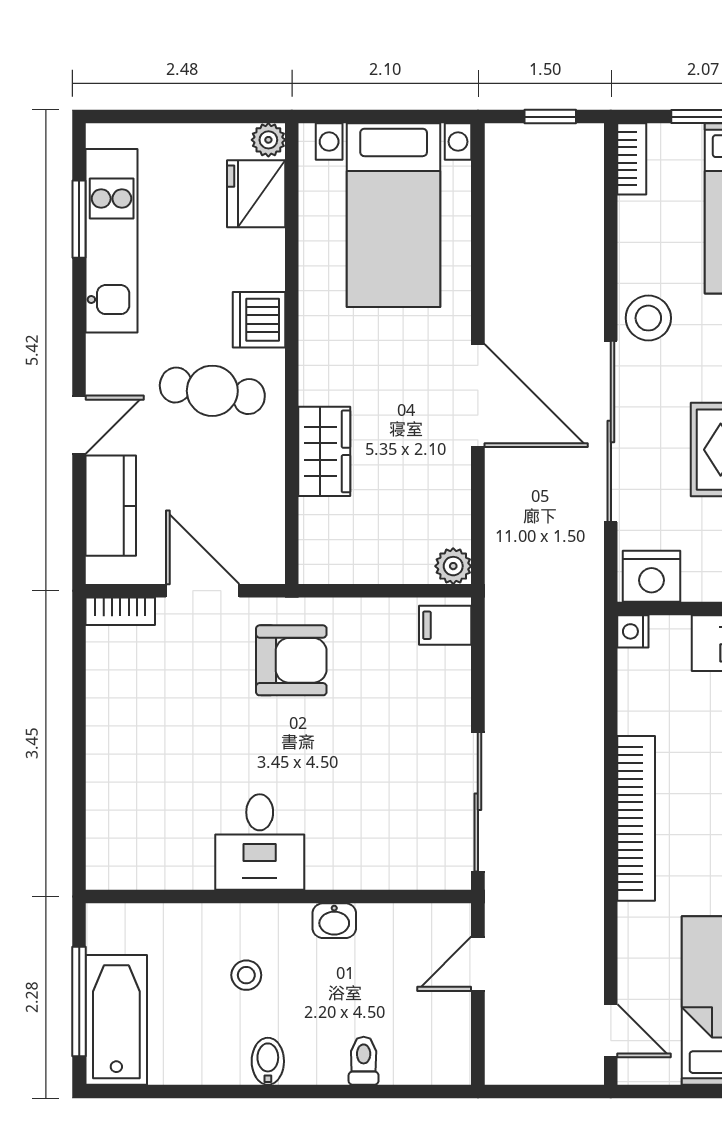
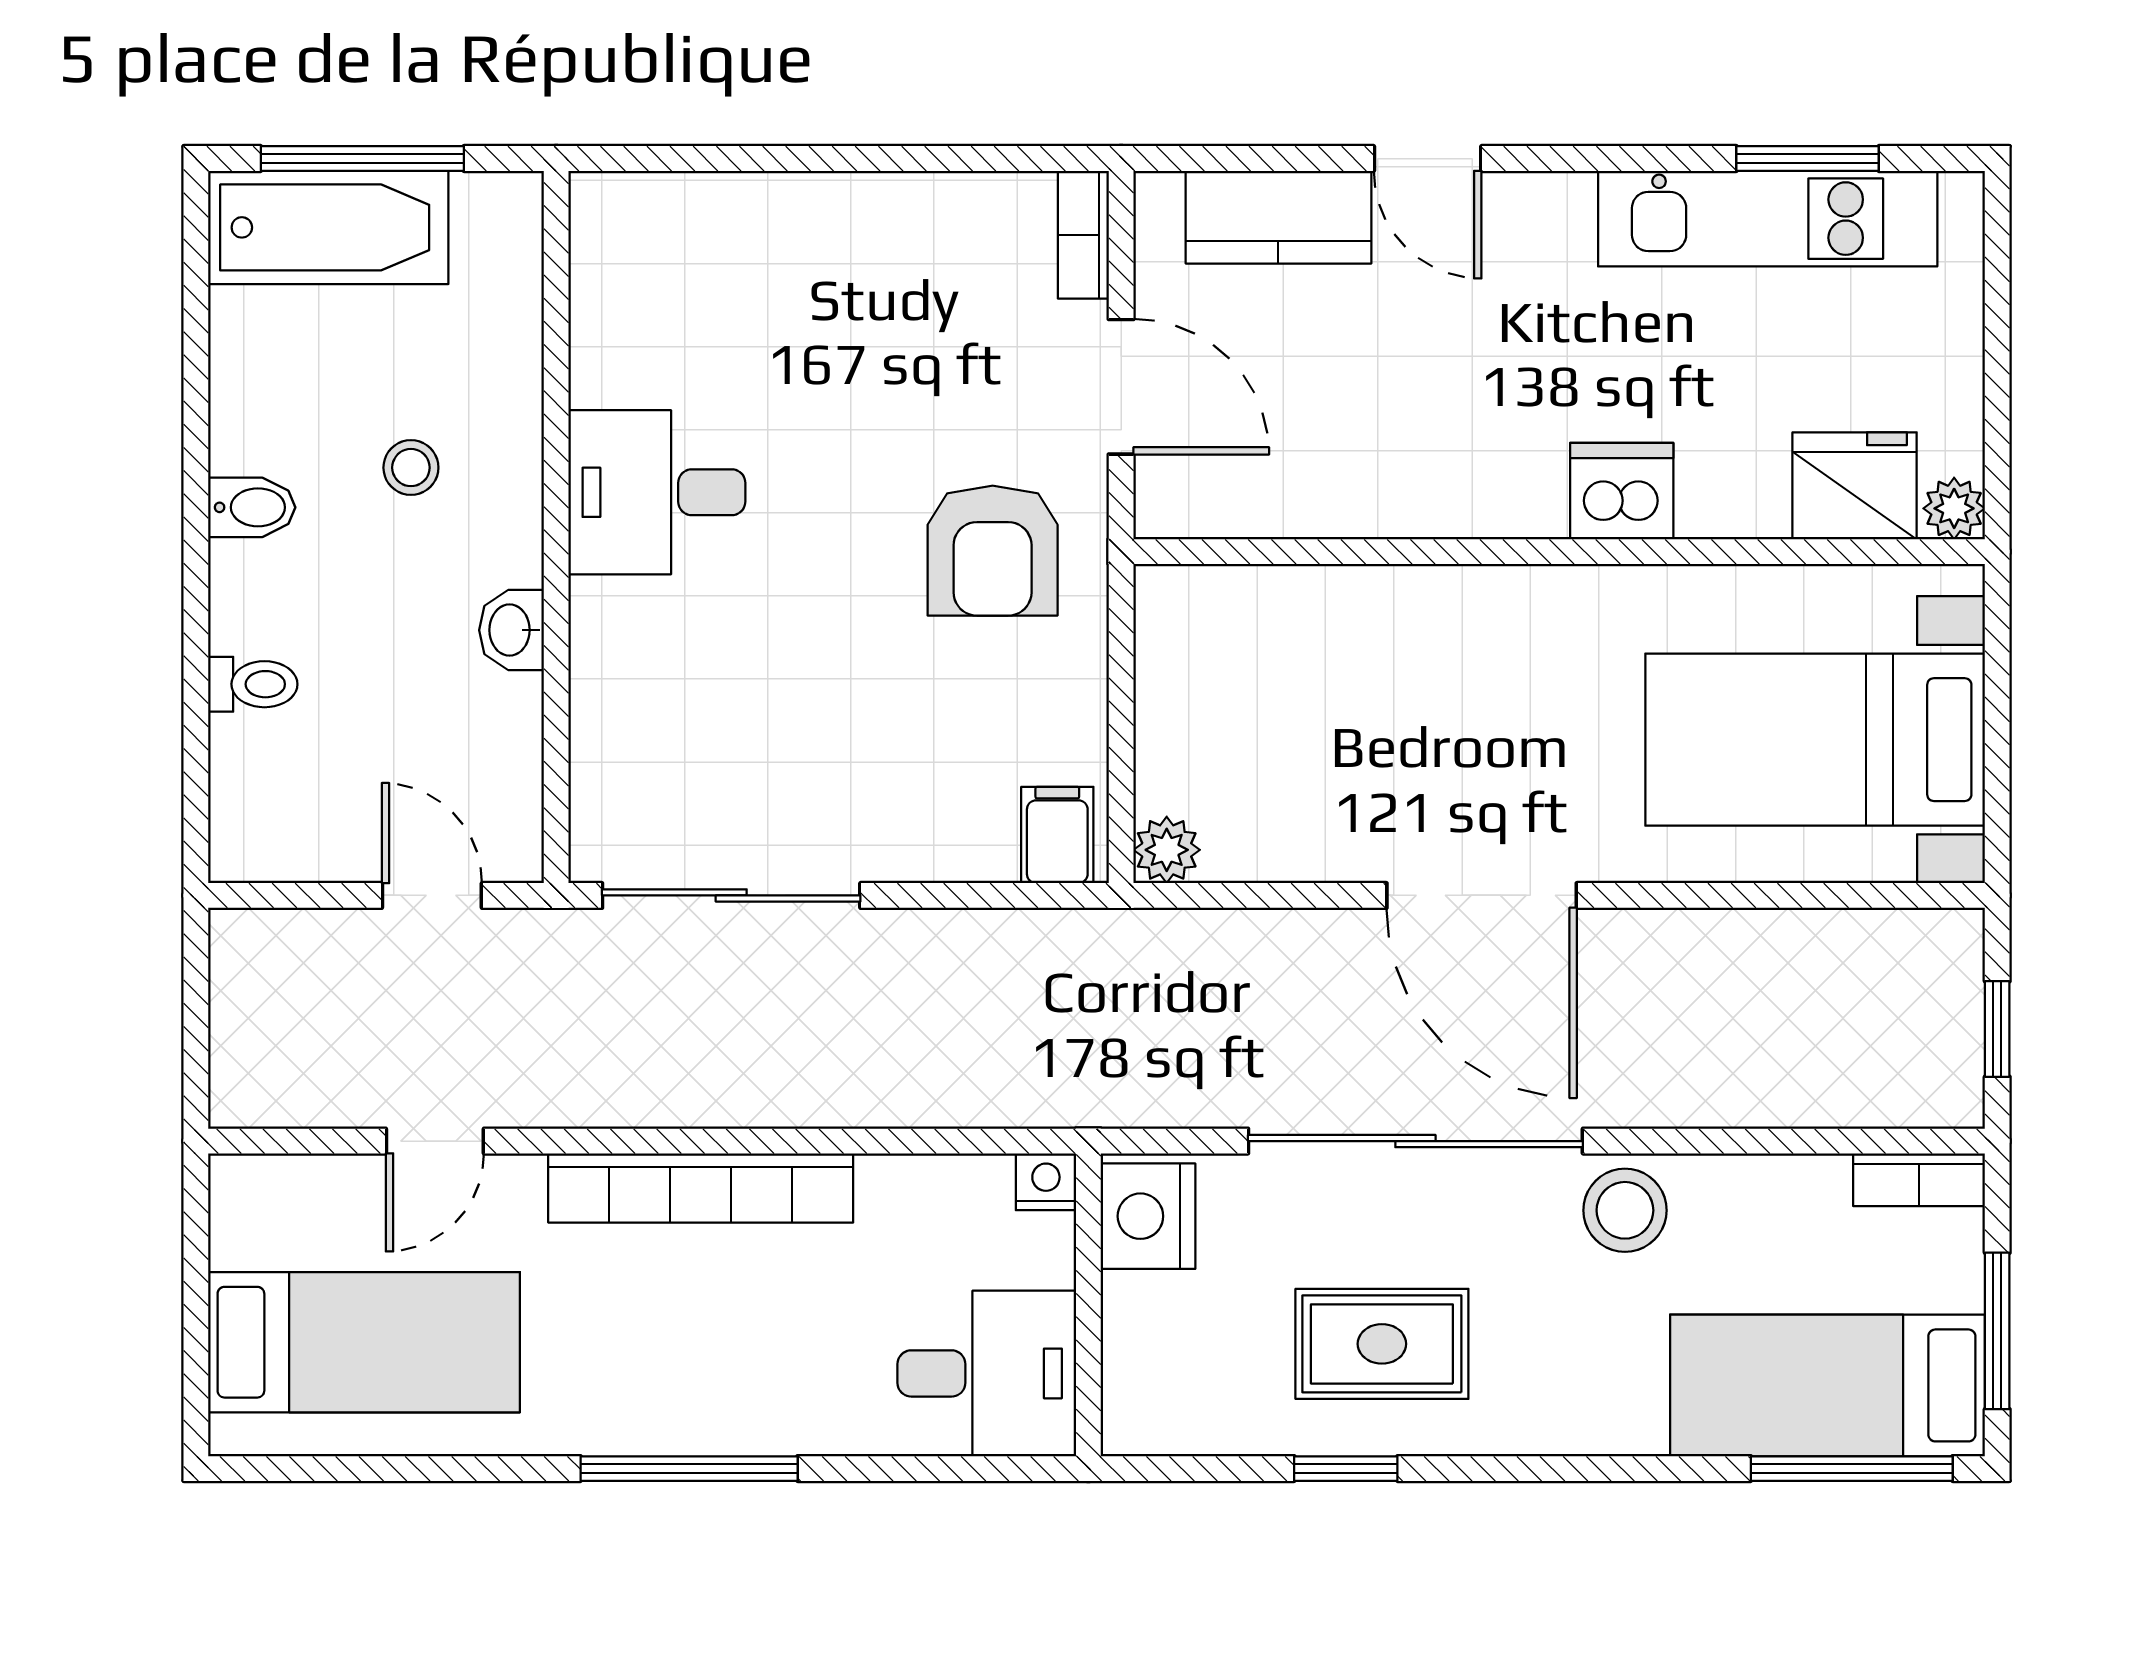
cafe table: (212, 391) -> (1490, 405), removed
door: (478, 396) -> (1482, 895), hinge flipped
wardrobe: (324, 451) -> (1379, 612), removed
door: (203, 591) -> (1121, 387), hinge flipped
door: (611, 1031) -> (435, 1141), moved

